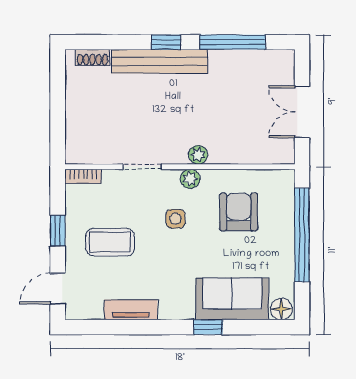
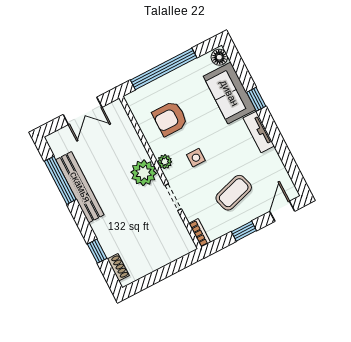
window: (166, 42) -> (97, 251), moved
bench: (159, 61) -> (80, 187), moved
plant: (198, 155) -> (144, 173), width x1.88, depth x1.88
coffee table: (110, 242) -> (234, 193), turned 73
door: (58, 289) -> (282, 211), swing flipped
tv unit: (131, 310) -> (259, 132), moved

